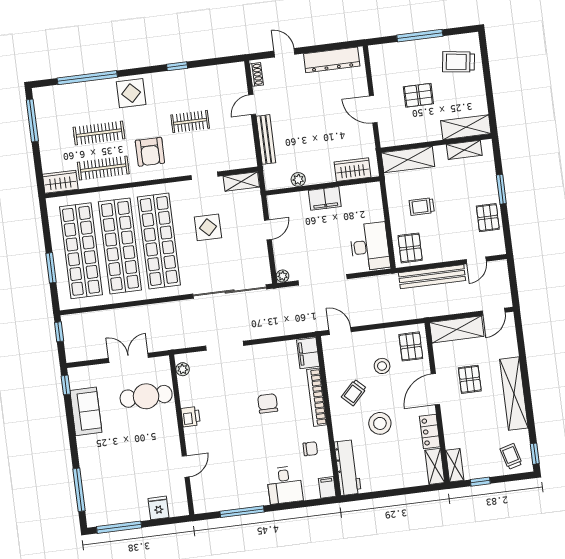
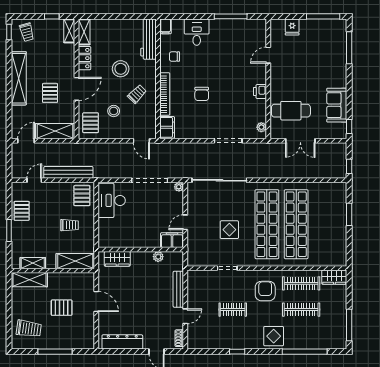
shelving: (241, 182) -> (200, 260), removed
filing cabinet: (325, 198) -> (172, 240), moved
shop shelf: (81, 251) -> (325, 224), removed

